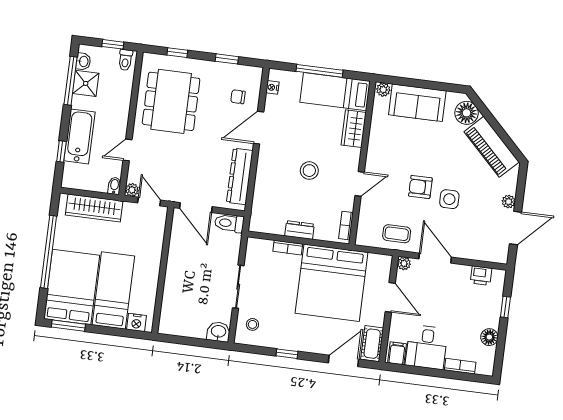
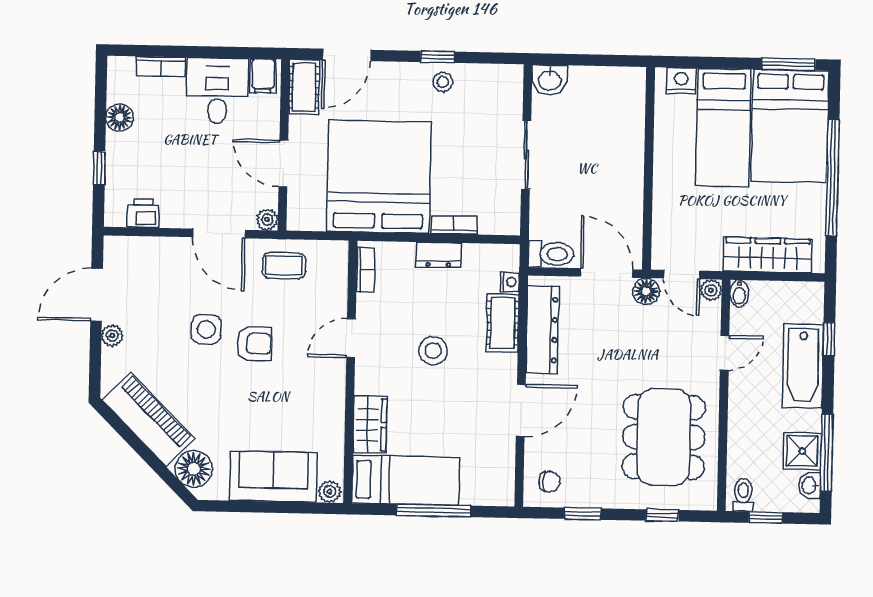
nightstand: (272, 87) -> (510, 282), moved
chair: (238, 97) -> (549, 482), moved
cot: (264, 183) -> (503, 323), added
floor lamp: (172, 193) -> (646, 291), added
stool: (252, 324) -> (443, 82), moved

